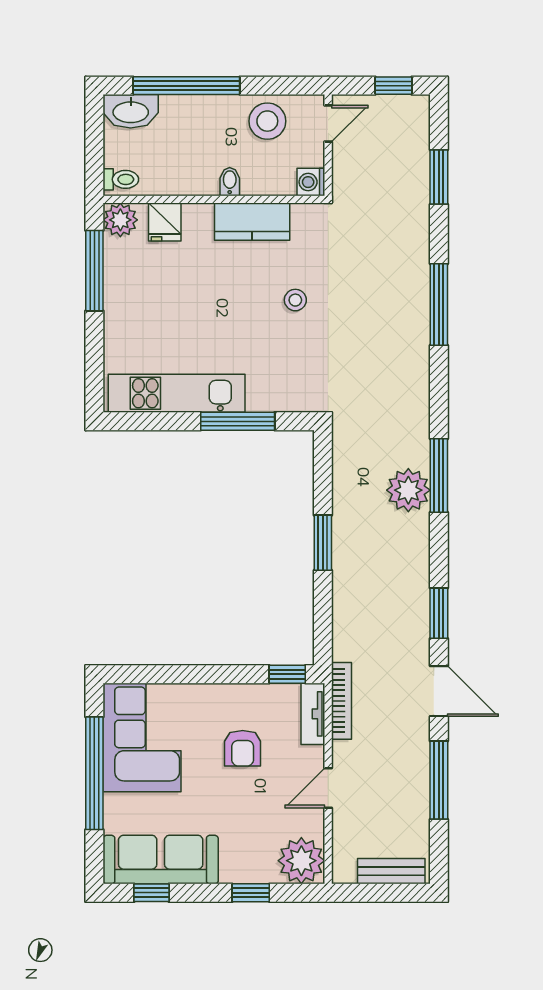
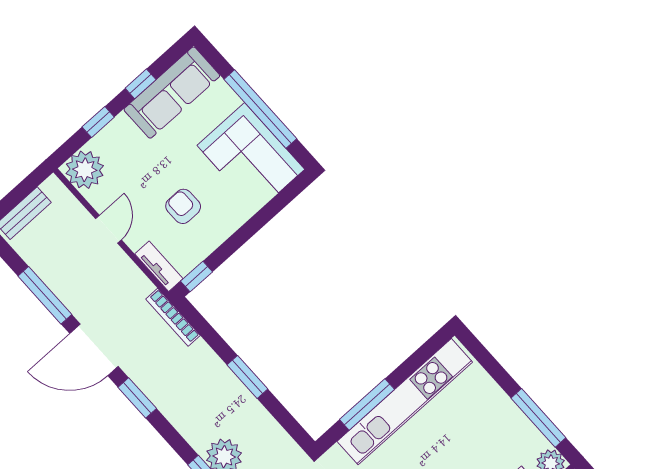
kitchen unit: (177, 393) -> (405, 402), width x1.36
door: (439, 691) -> (94, 350), width x1.36
bookcase: (341, 701) -> (173, 317), moved
window: (151, 893) -> (141, 84), moved

